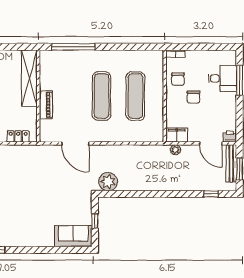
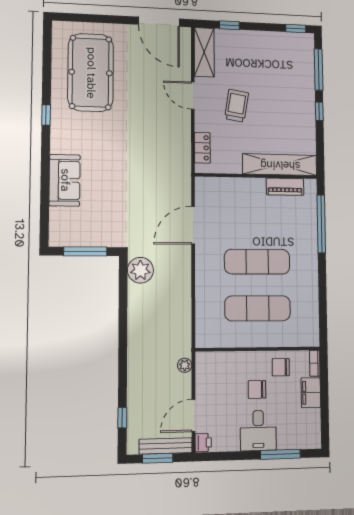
desk: (222, 78) -> (258, 431), moved
piano: (46, 105) -> (285, 187), moved
filing cabinet: (177, 135) -> (311, 393), moved, turned 180
window: (95, 221) -> (85, 251), width x2.17
sofa: (73, 236) -> (65, 180), moved

